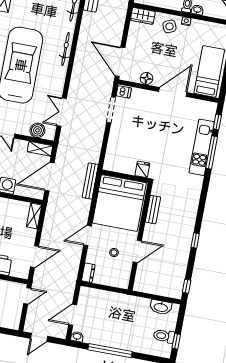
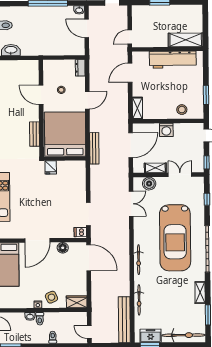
shelving: (40, 149) -> (155, 168), moved
door: (137, 251) -> (41, 95), hinge flipped
door: (73, 315) -> (87, 28), swing flipped

